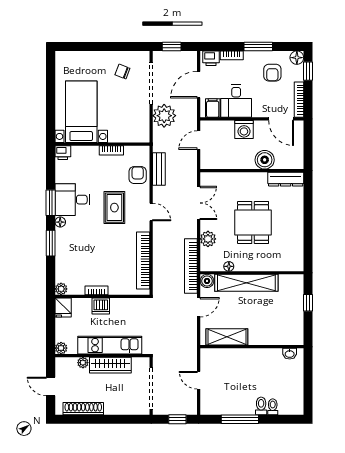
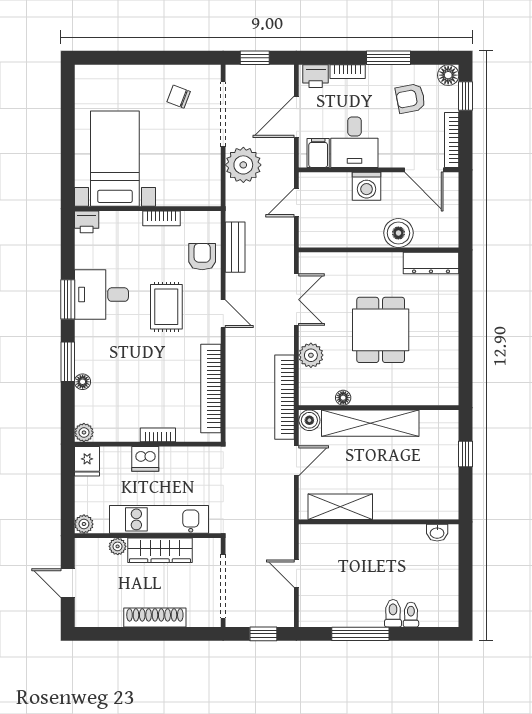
armchair: (272, 73) -> (410, 98), turned 79
floor lamp: (60, 222) -> (83, 382), moved
bookcase: (96, 290) -> (158, 435), moved
shoe rack: (83, 409) -> (155, 617), moved

